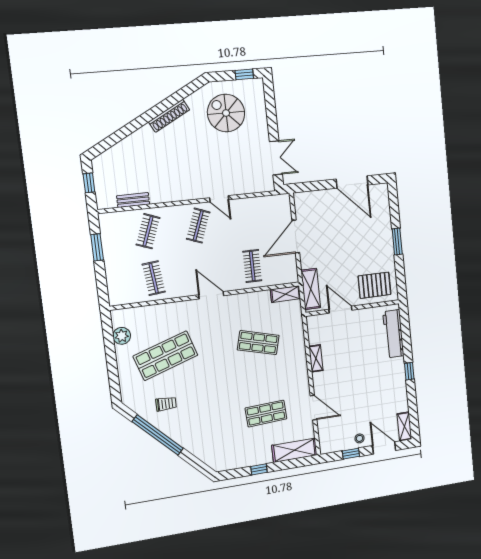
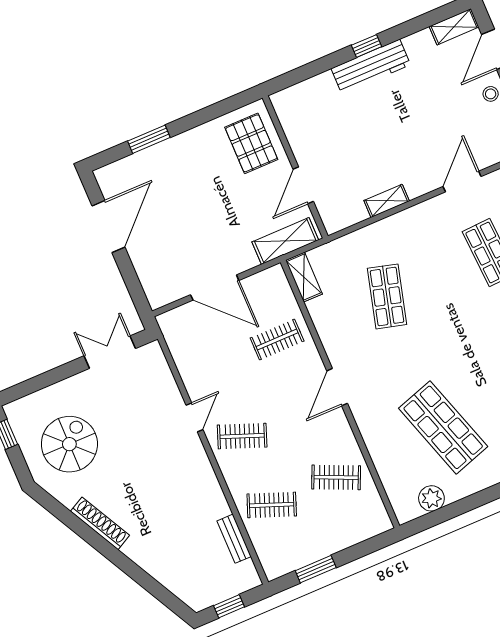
spiral stairs: (226, 113) -> (69, 444), turned 180
window: (397, 242) -> (149, 139), moved
clothes rail: (154, 278) -> (336, 477), turned 30
workbench: (393, 334) -> (371, 67), moved

